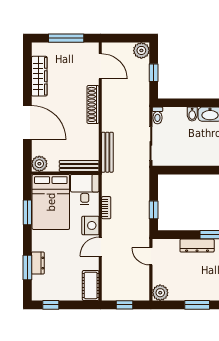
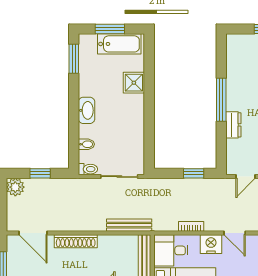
door: (100, 66) -> (33, 233), swing flipped
bidet: (192, 114) -> (86, 144), moved
dresser: (197, 246) -> (233, 125), width x0.70

